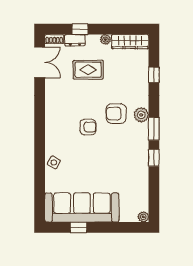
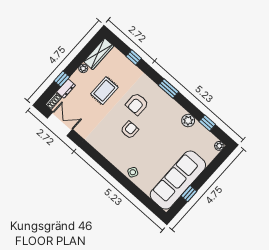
rug: (88, 70) -> (104, 91), moved
plant: (141, 115) -> (188, 121), moved
window: (154, 158) -> (207, 123), moved

